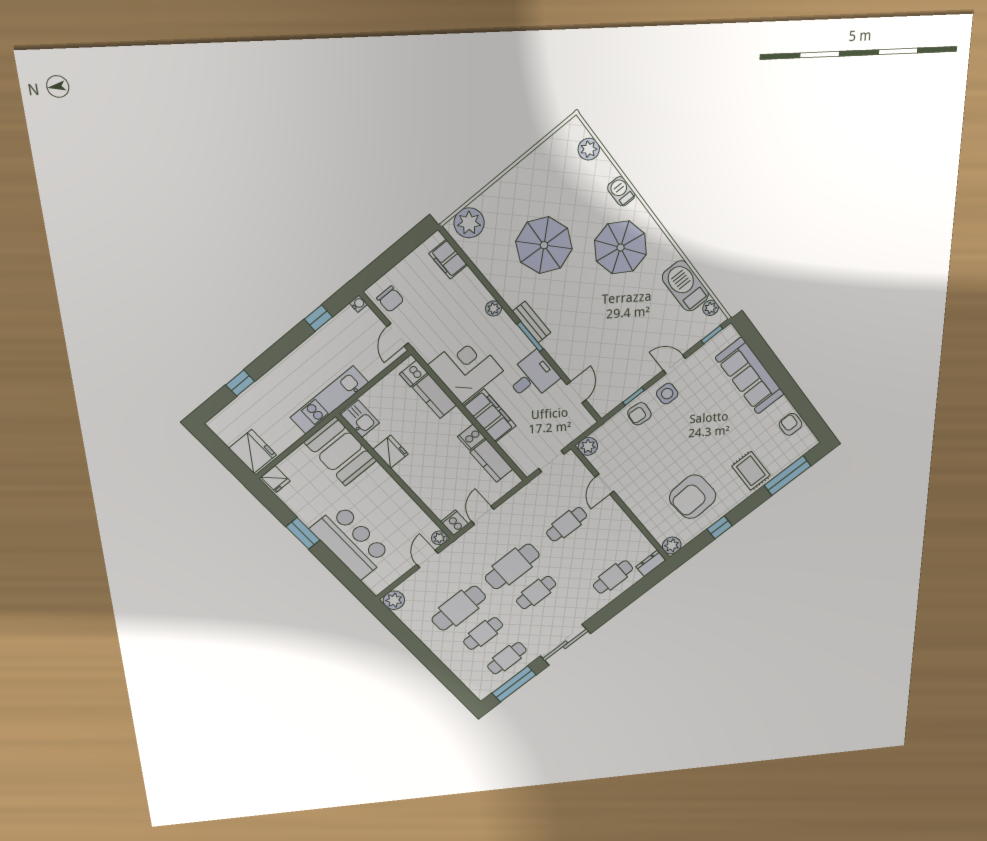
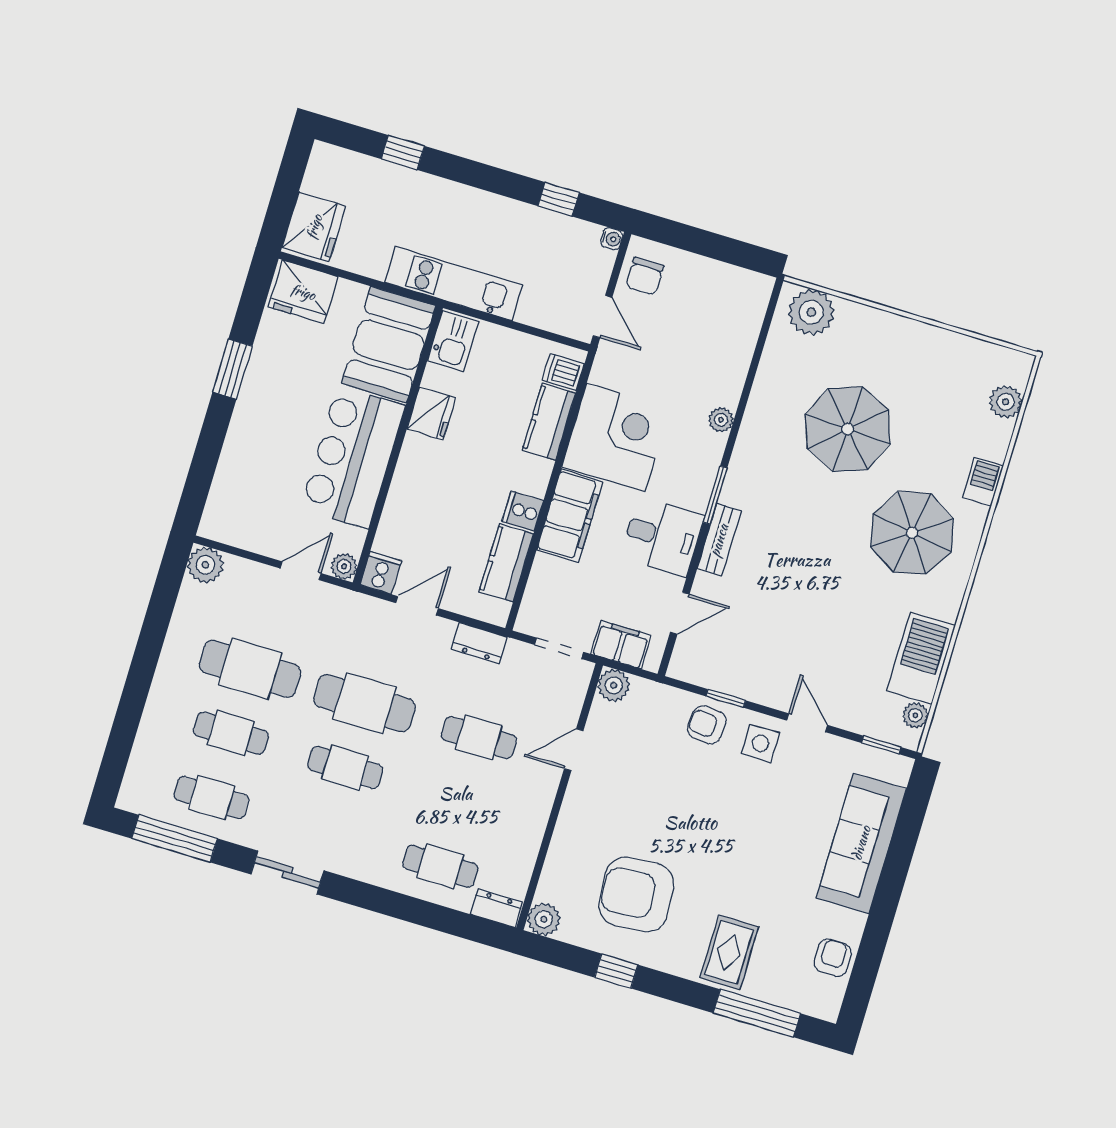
filing cabinet: (448, 259) -> (621, 645), moved, turned 90
bench: (532, 322) -> (719, 540), moved
door: (398, 335) -> (603, 317), swing flipped
fridge: (276, 479) -> (303, 292), width x1.88, depth x1.34
dresser: (522, 497) -> (479, 643), added
bar counter: (351, 542) -> (353, 457), moved, turned 180
sliding door: (565, 645) -> (287, 872), width x0.73

